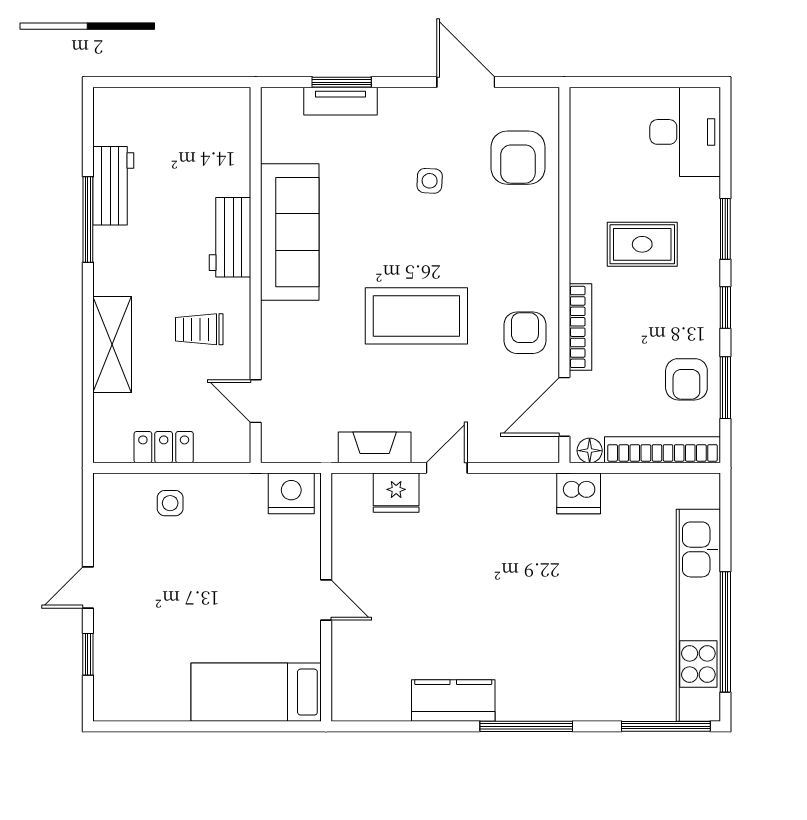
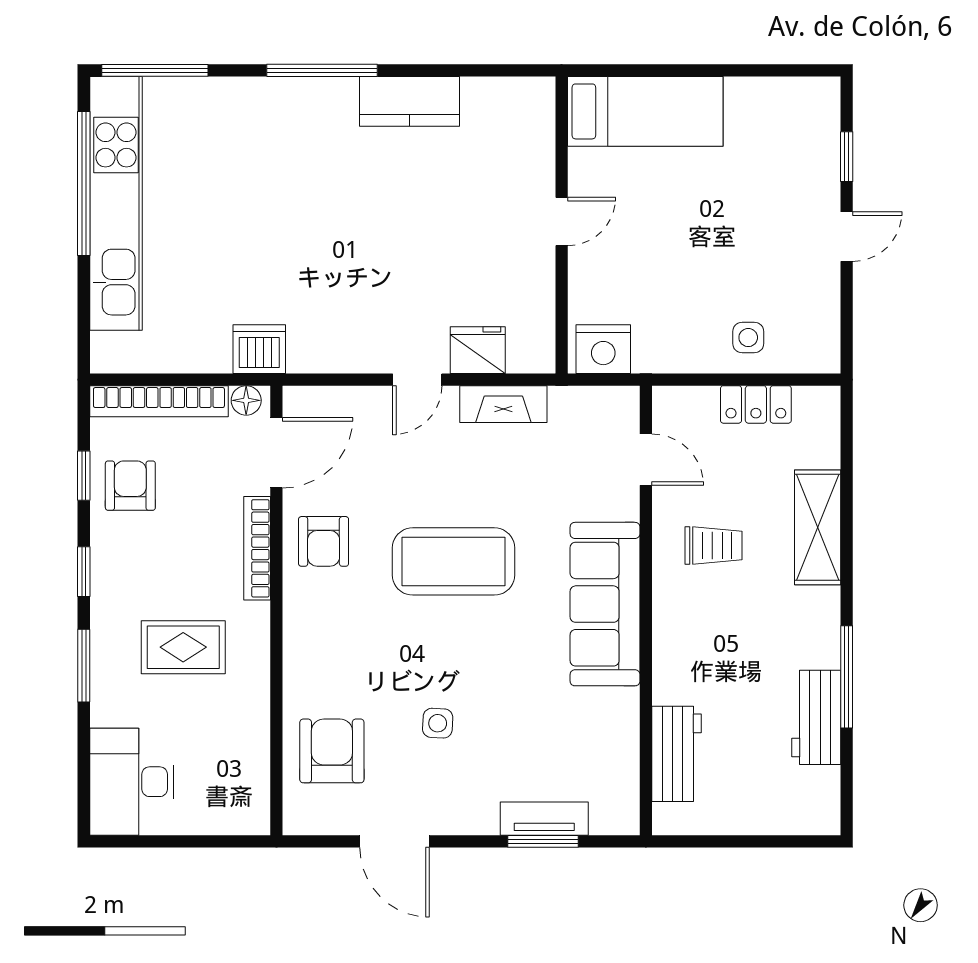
sofa: (290, 232) -> (605, 604), moved
workbench: (230, 237) -> (677, 754), moved
window: (725, 388) -> (84, 476), width x0.67
door: (326, 600) -> (562, 221), swing flipped

